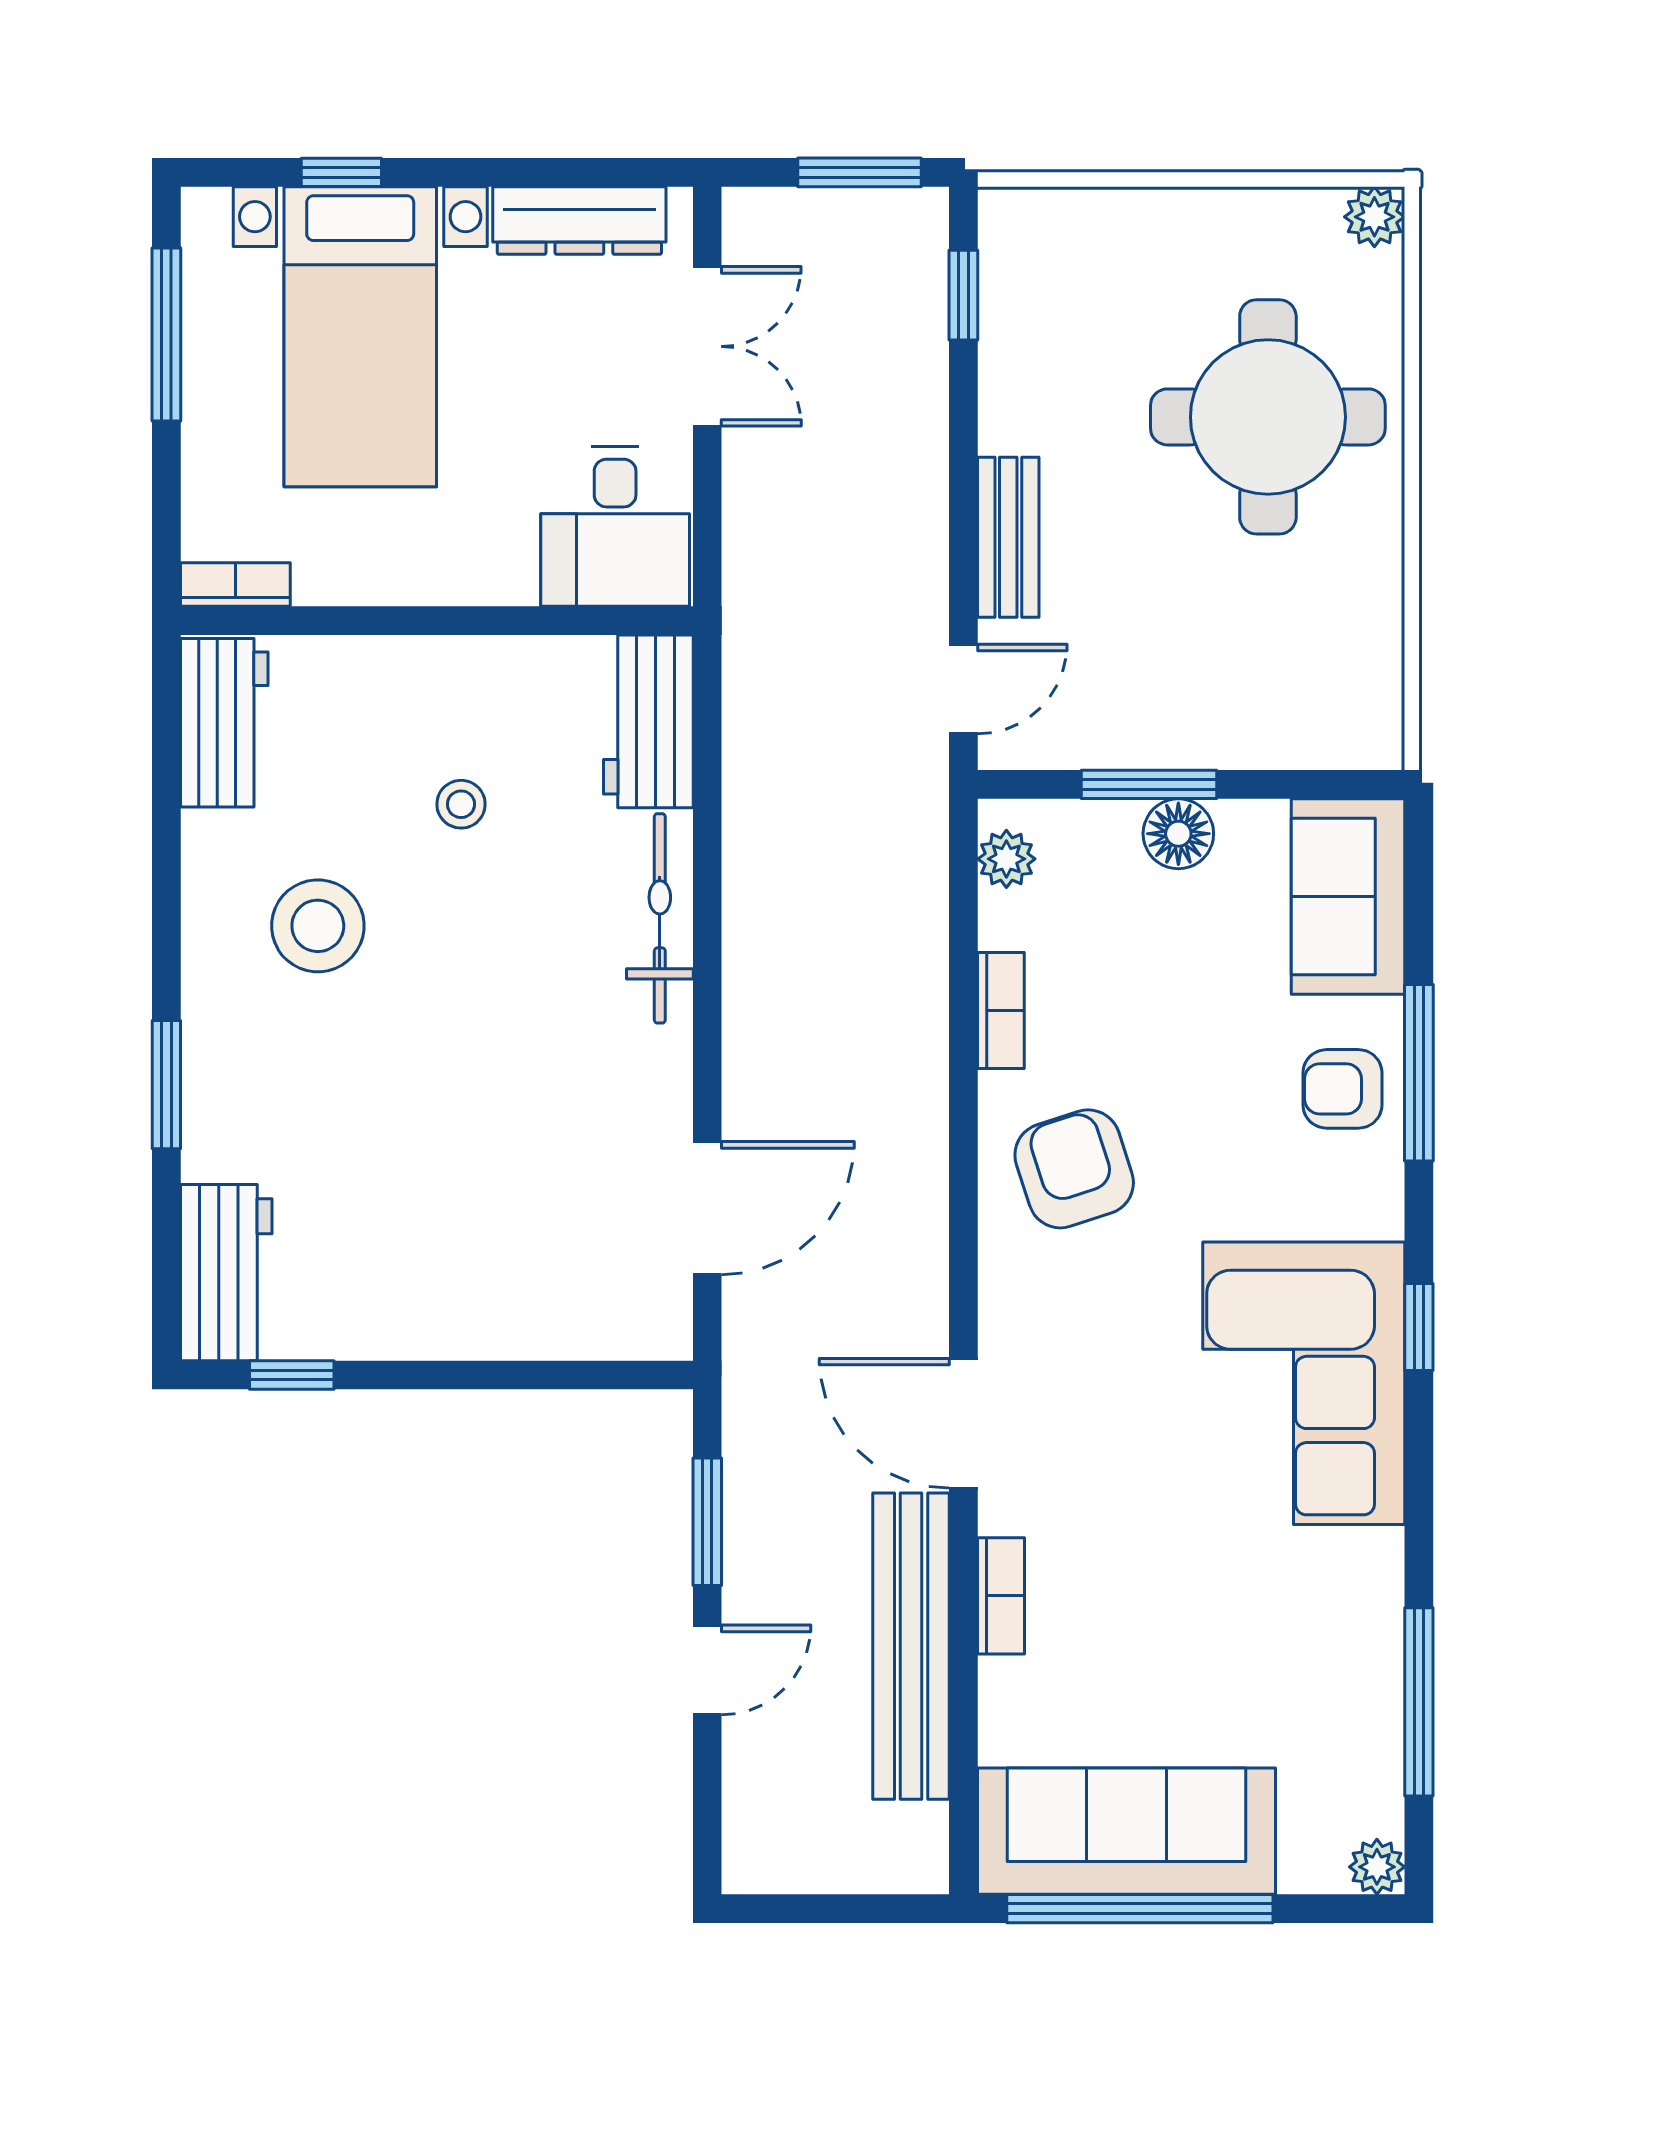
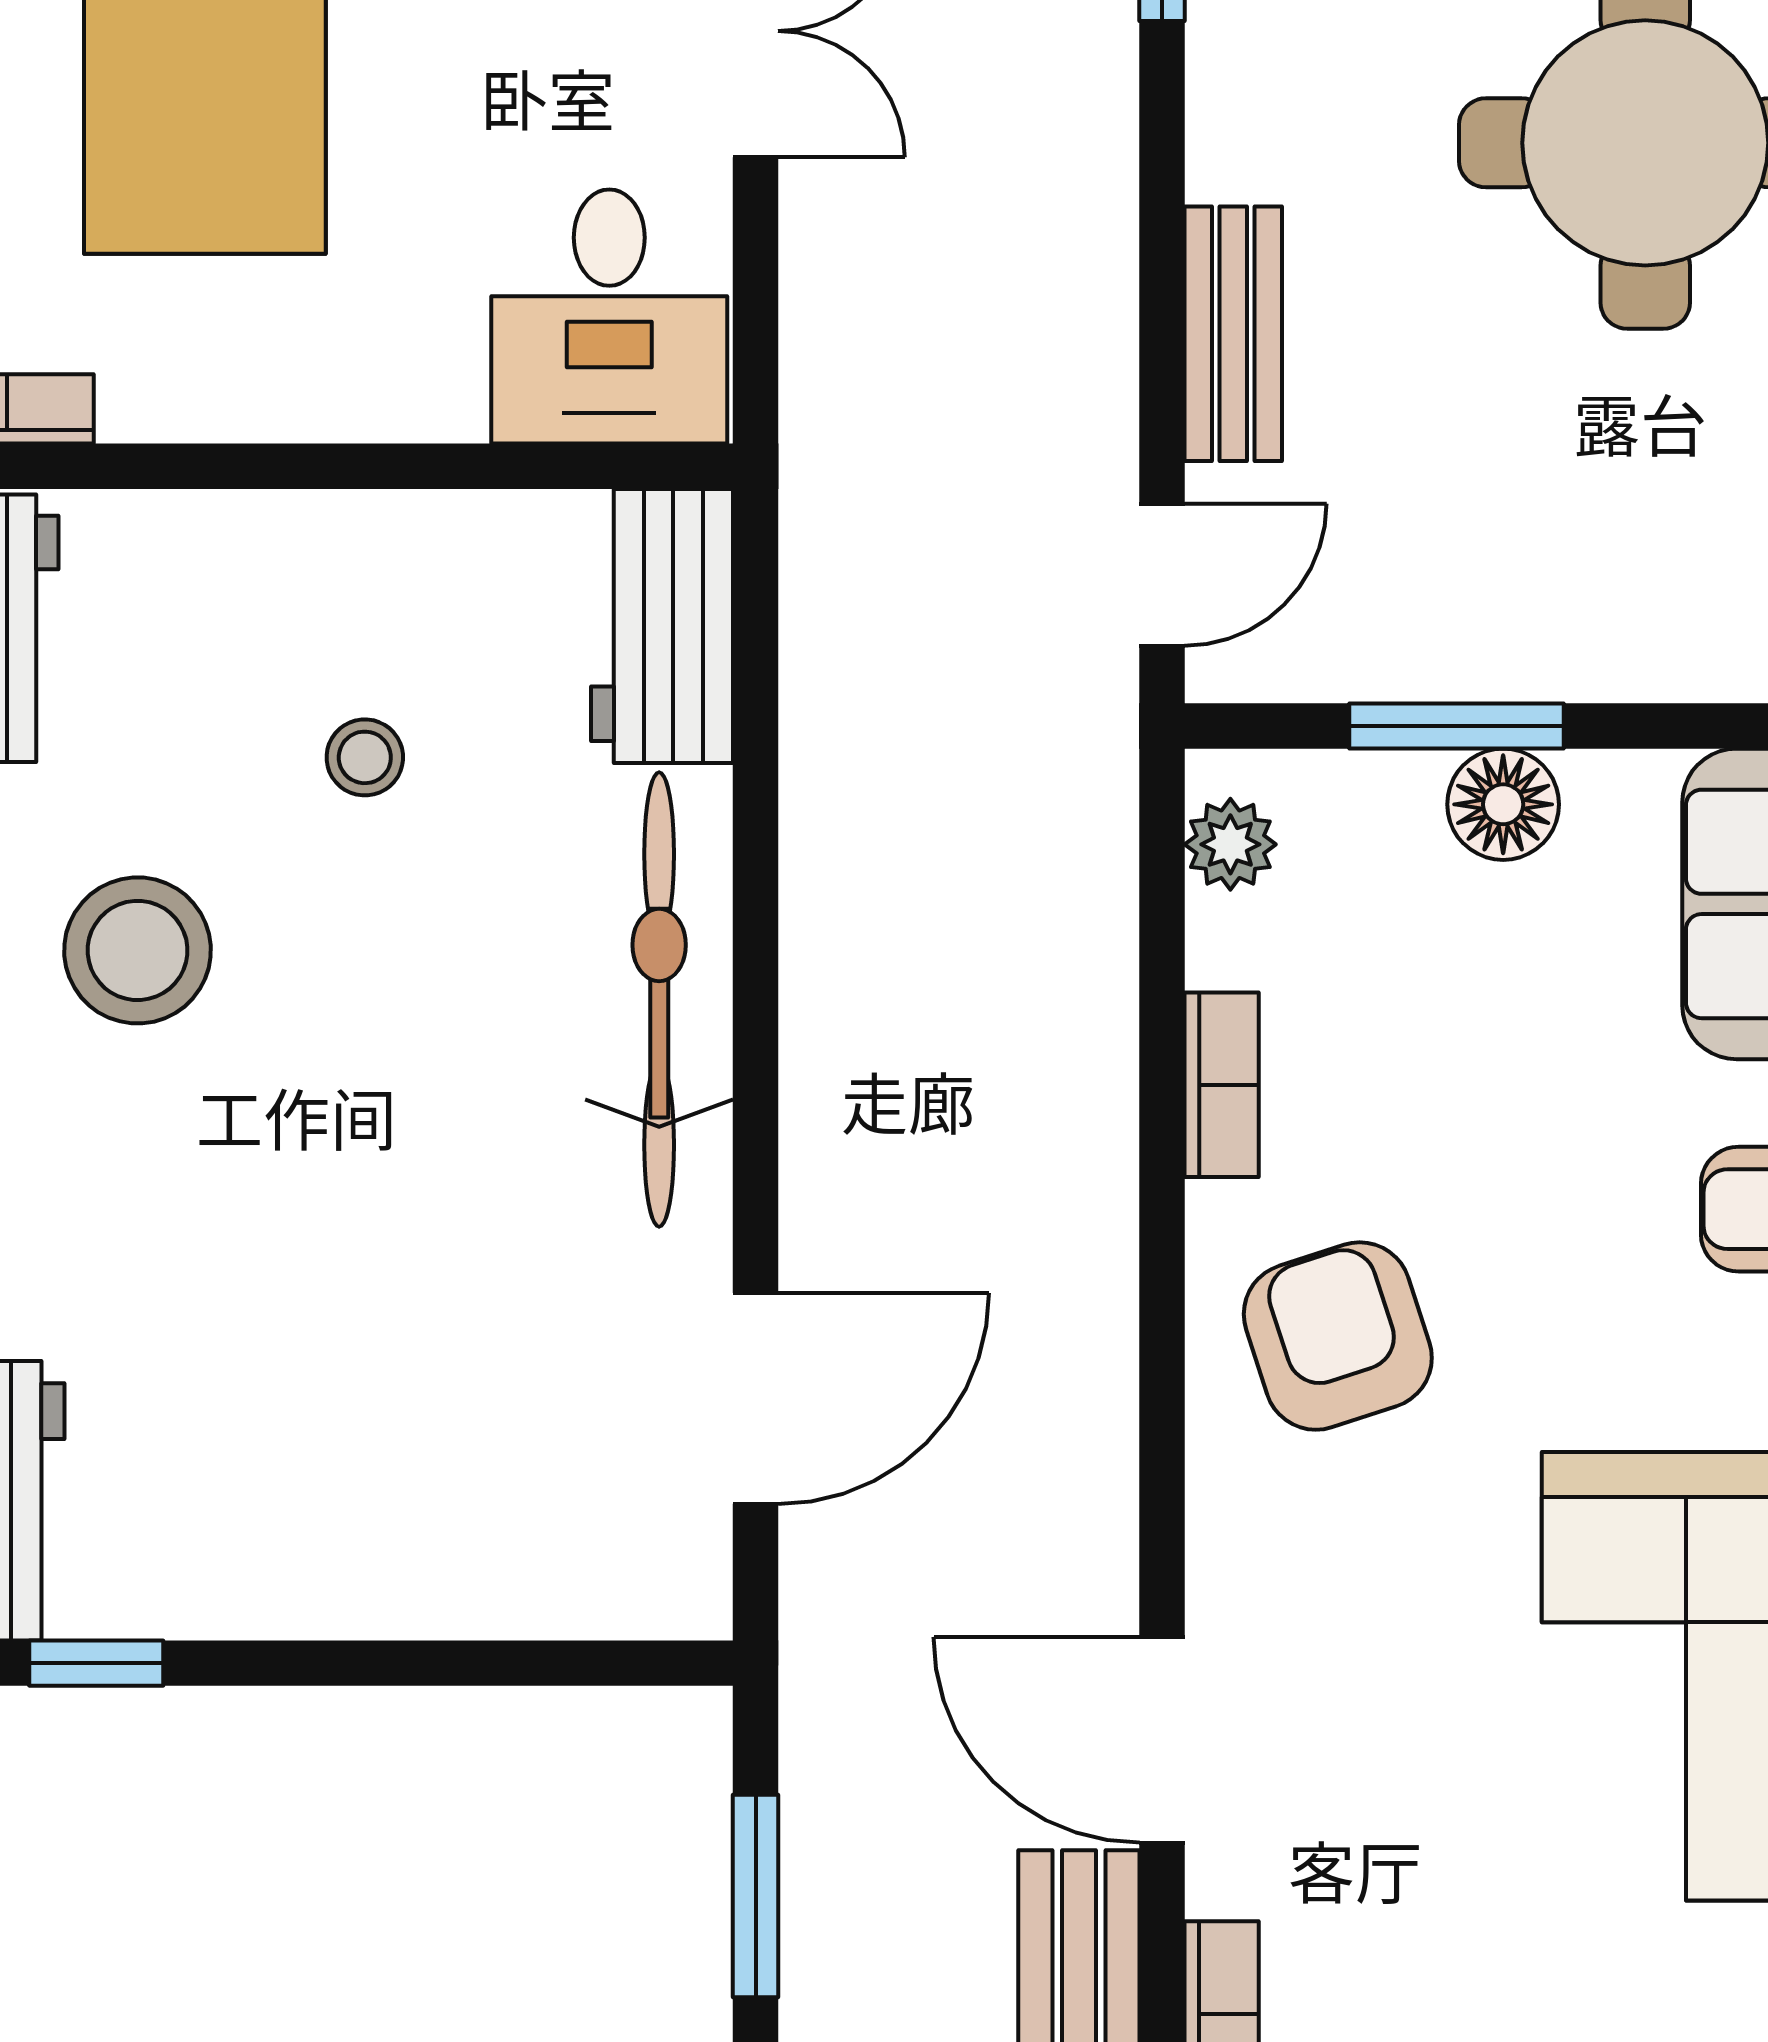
bicycle: (660, 918) -> (659, 1000), width x1.37, depth x1.40

